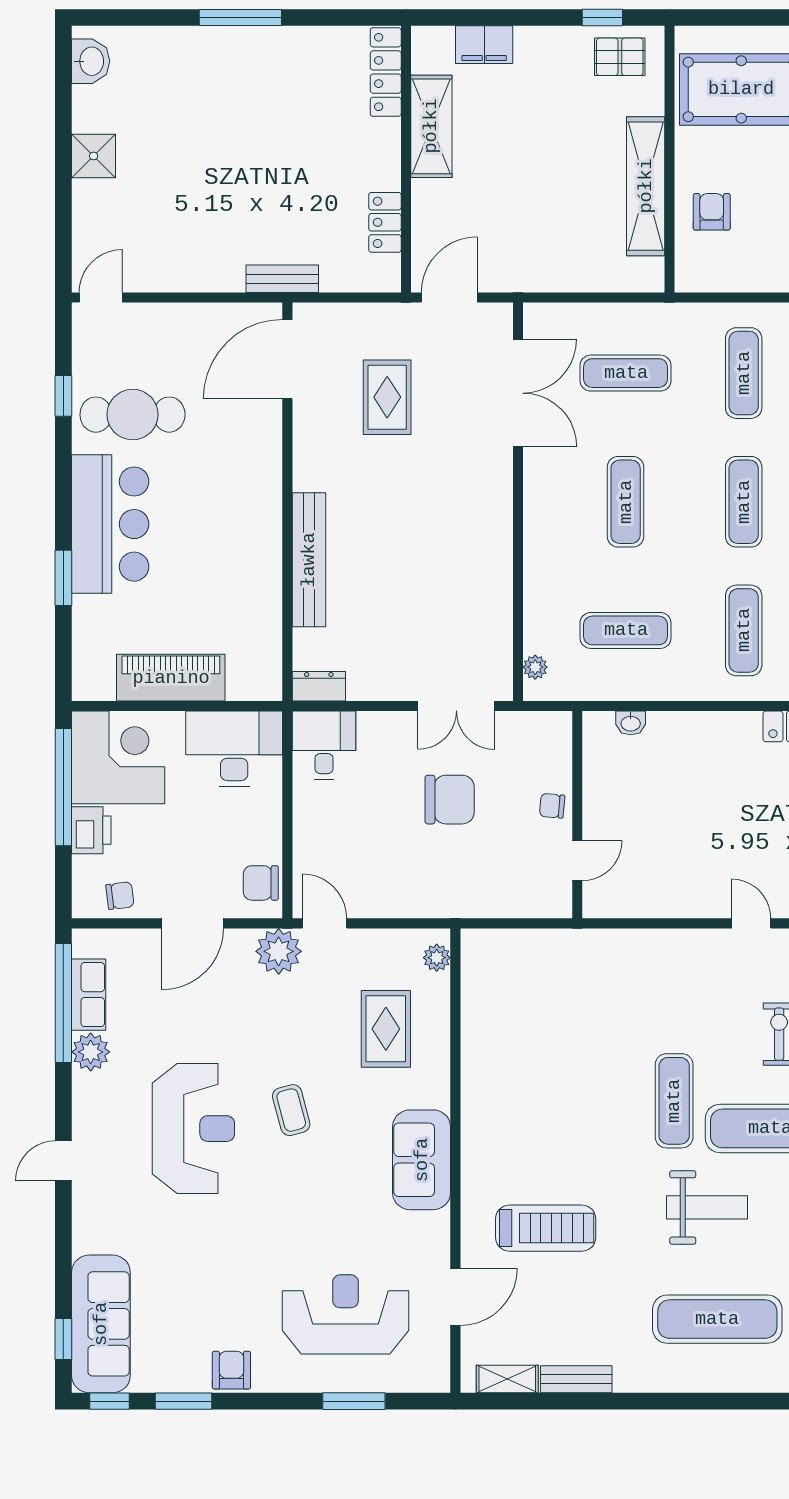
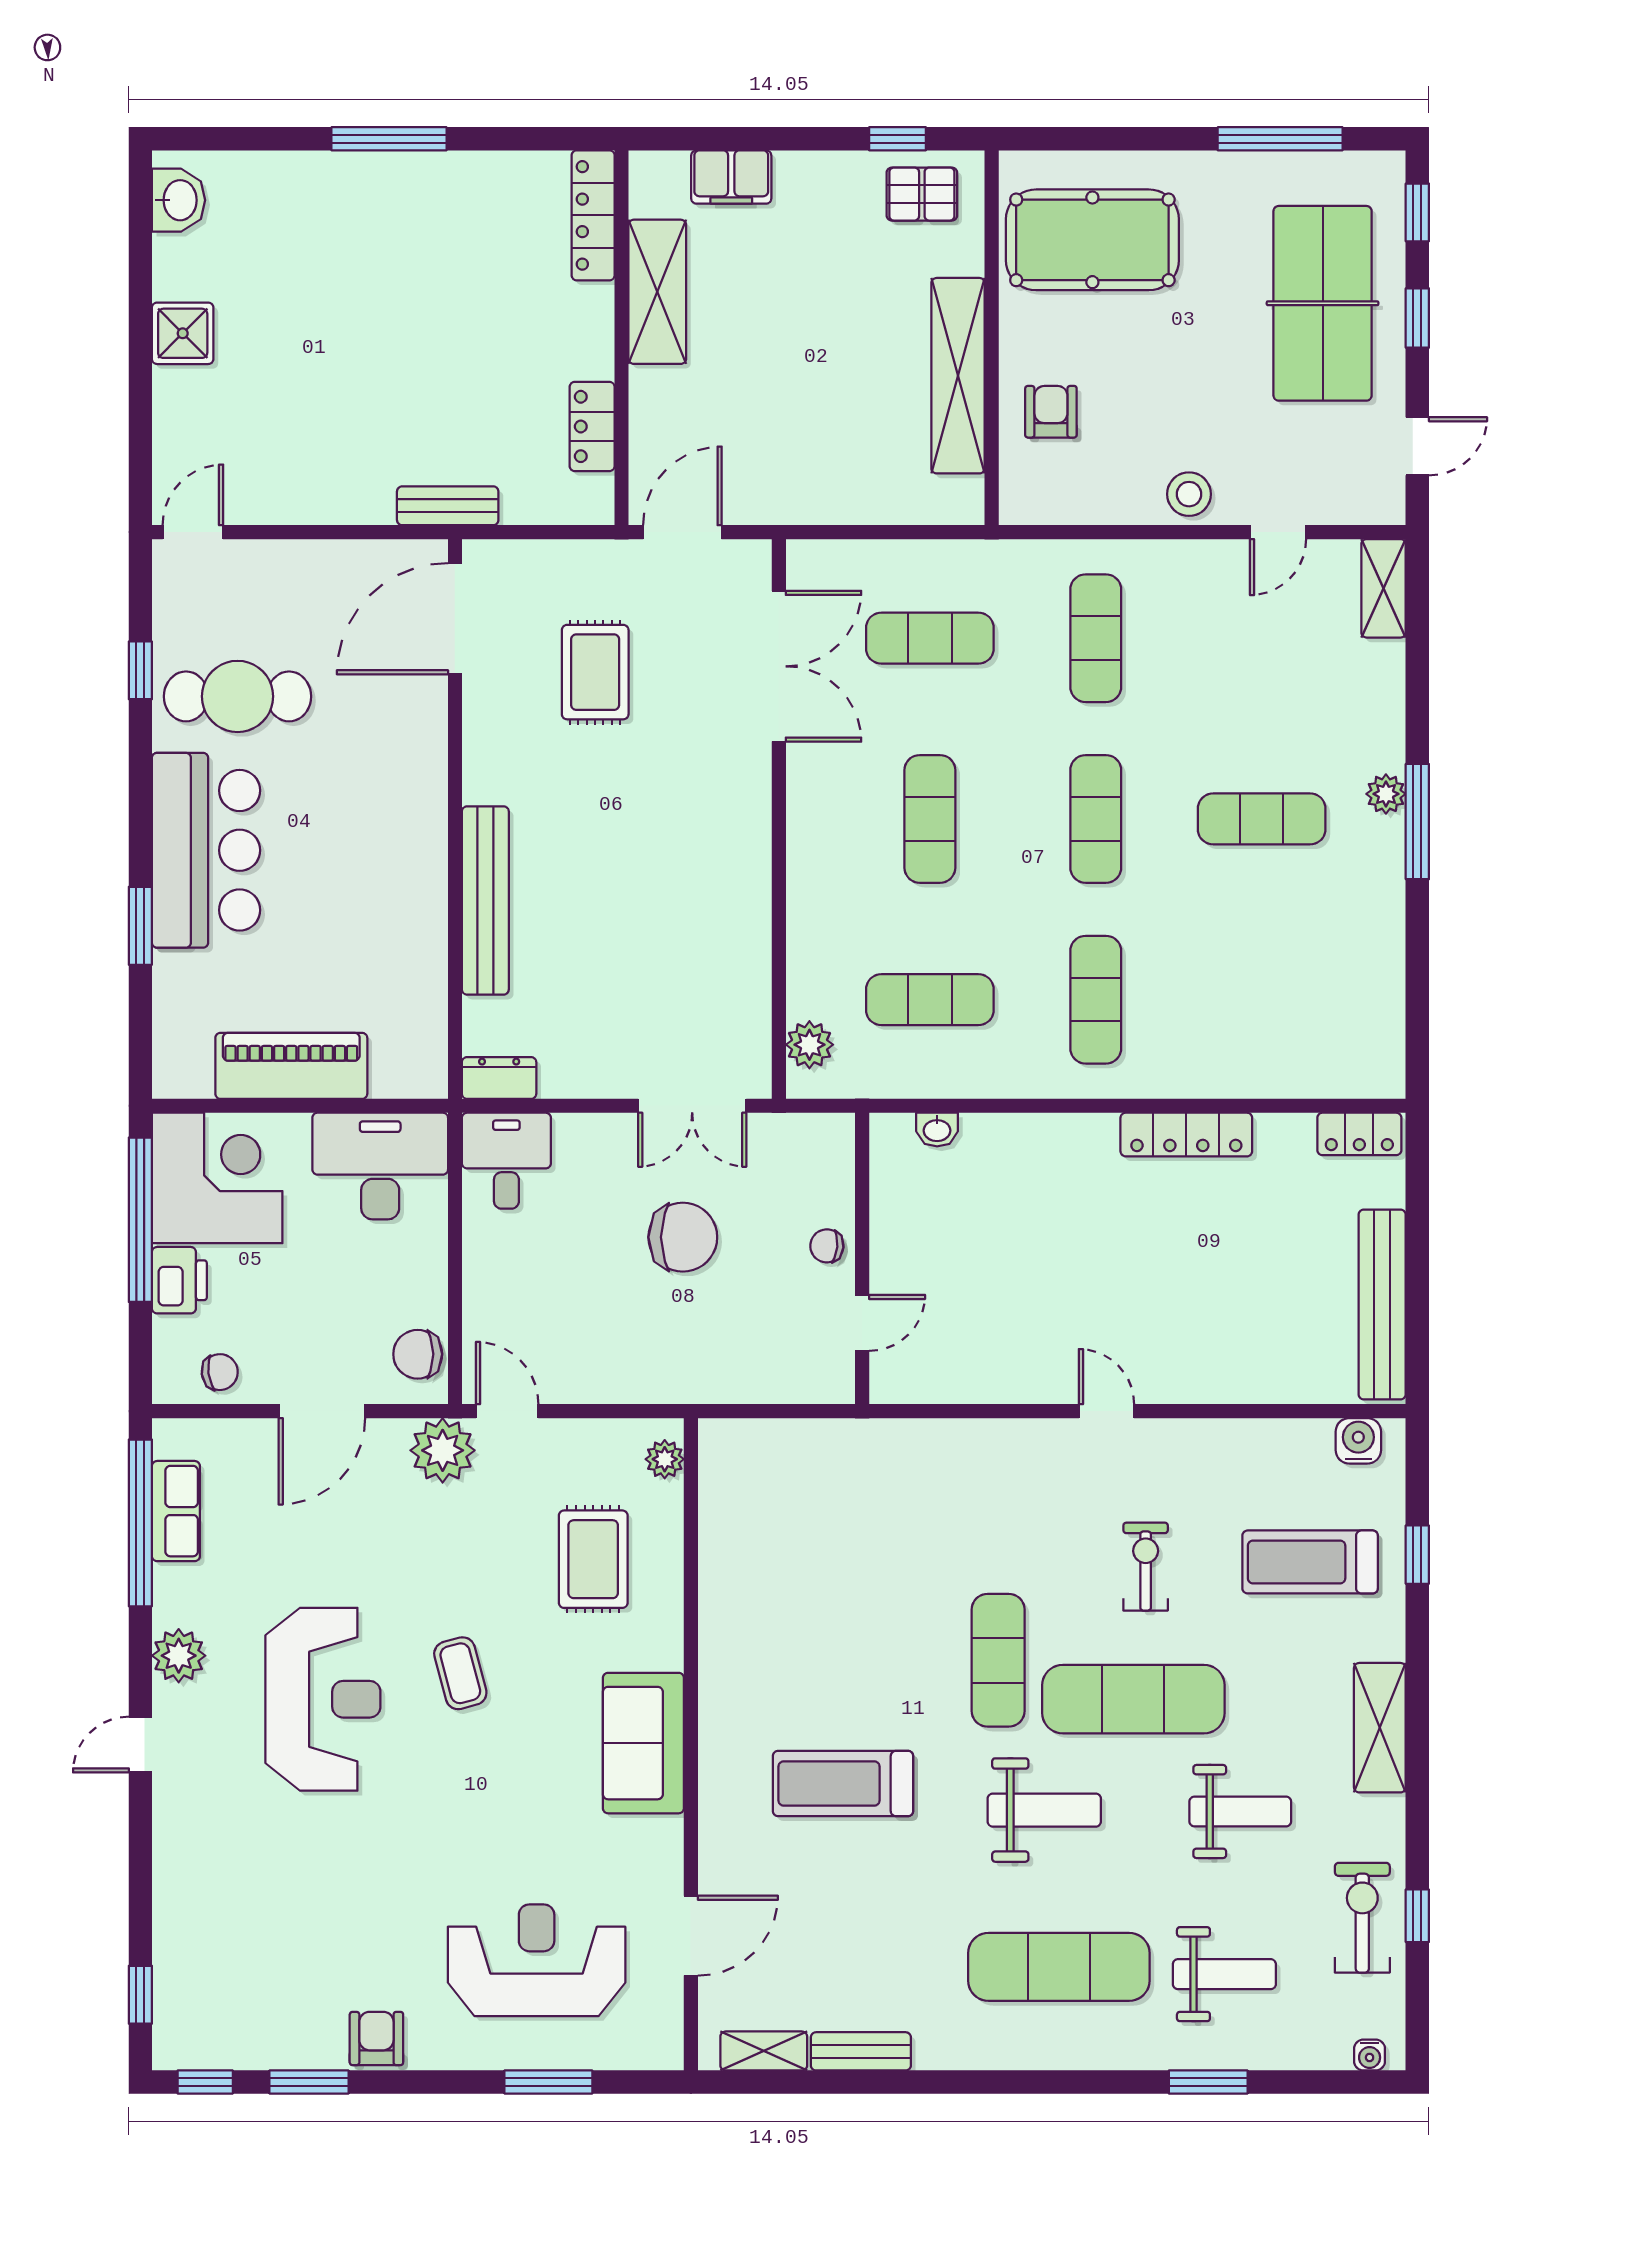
plant: (535, 667) -> (809, 1045), width x1.38, depth x1.38
plant: (91, 1052) -> (179, 1656), moved
treadmill: (546, 1228) -> (843, 1784), moved, turned 180
sofa: (101, 1324) -> (193, 1974), removed

